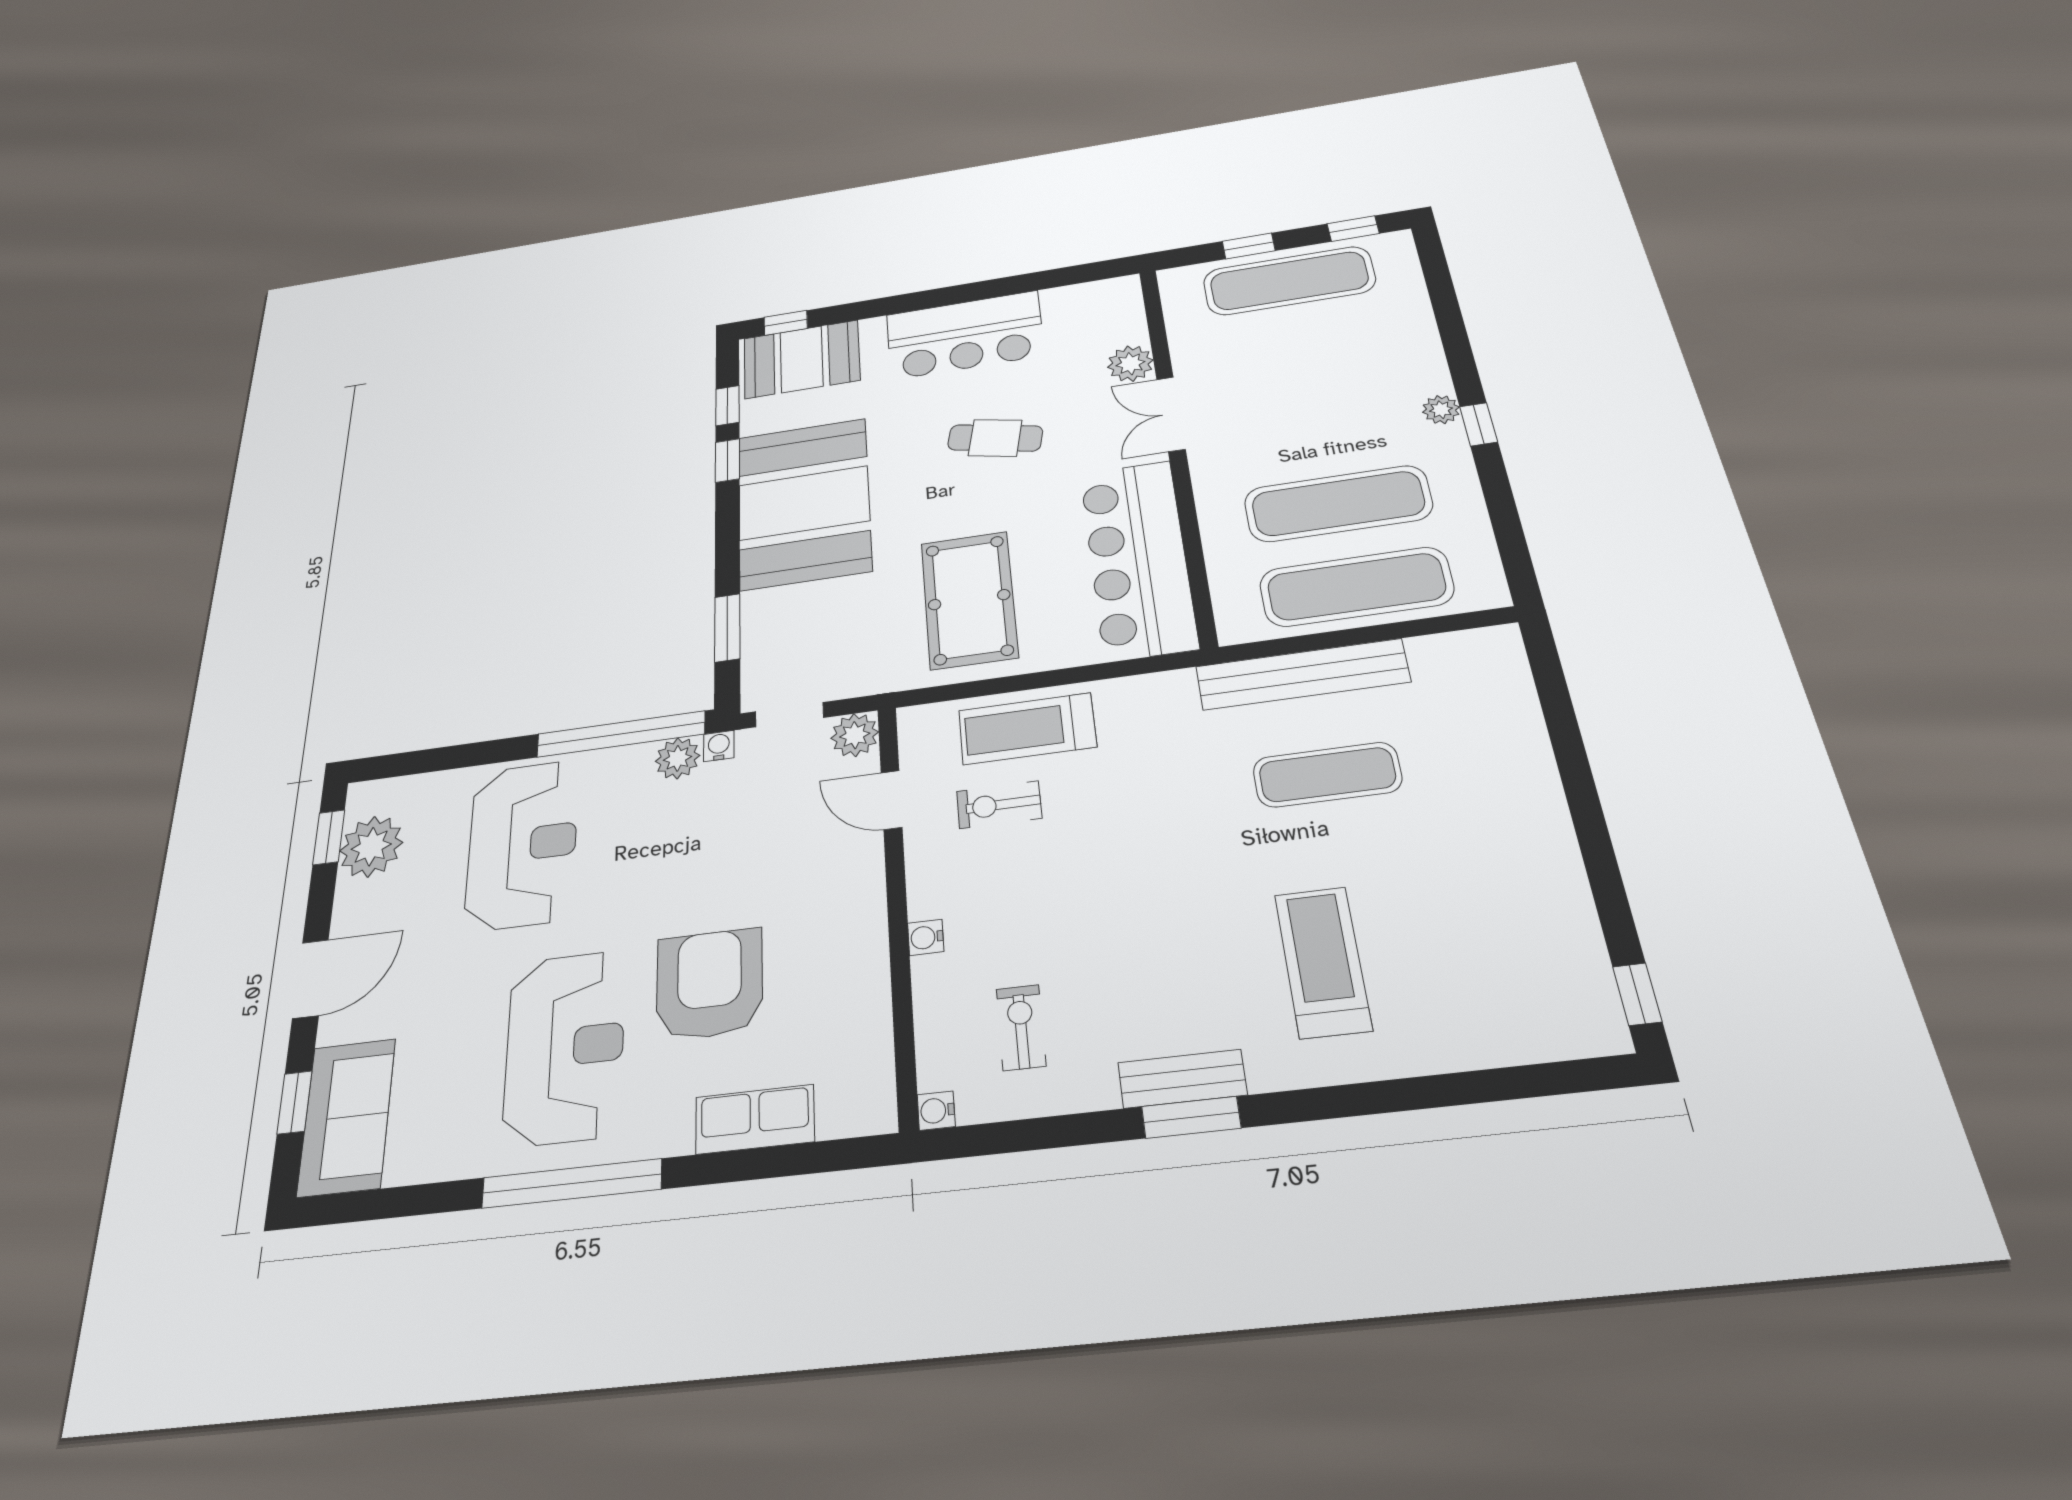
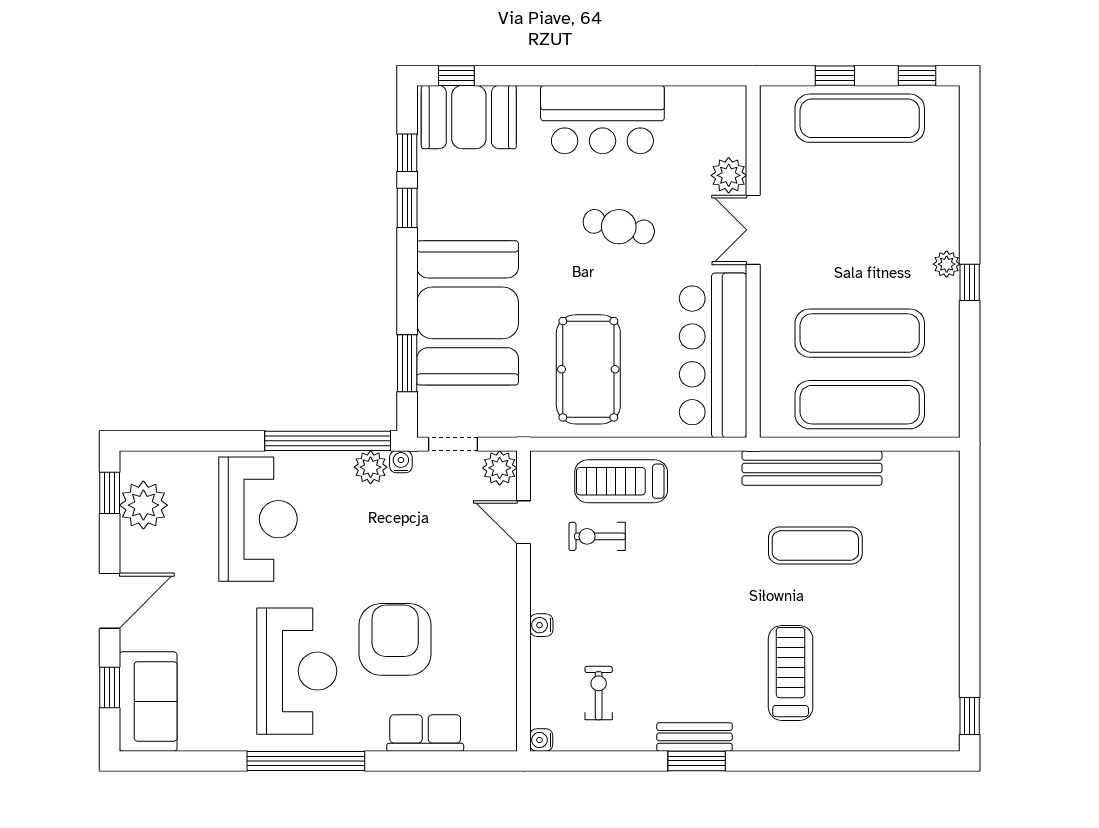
booth: (804, 503) -> (468, 313), moved

